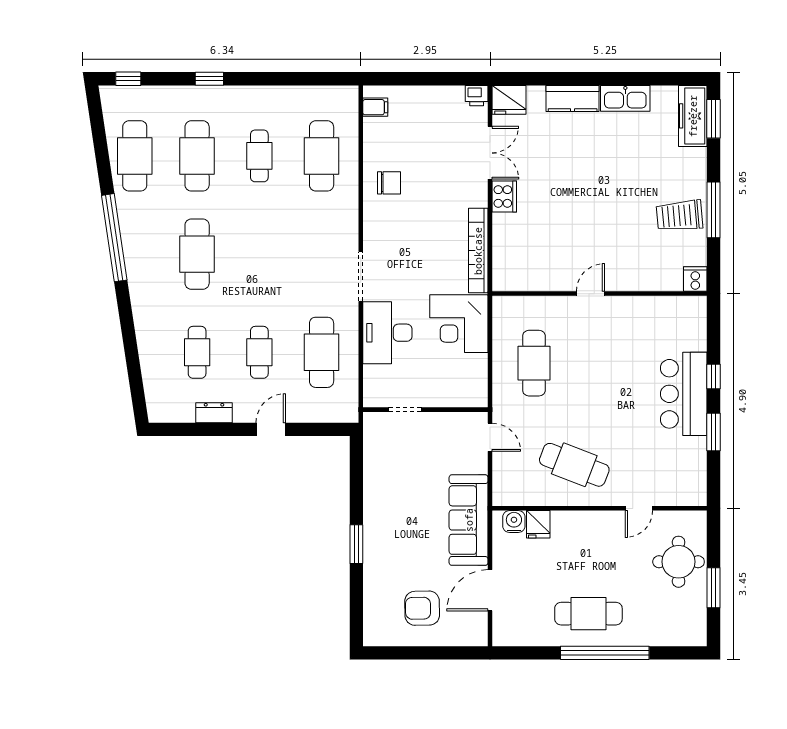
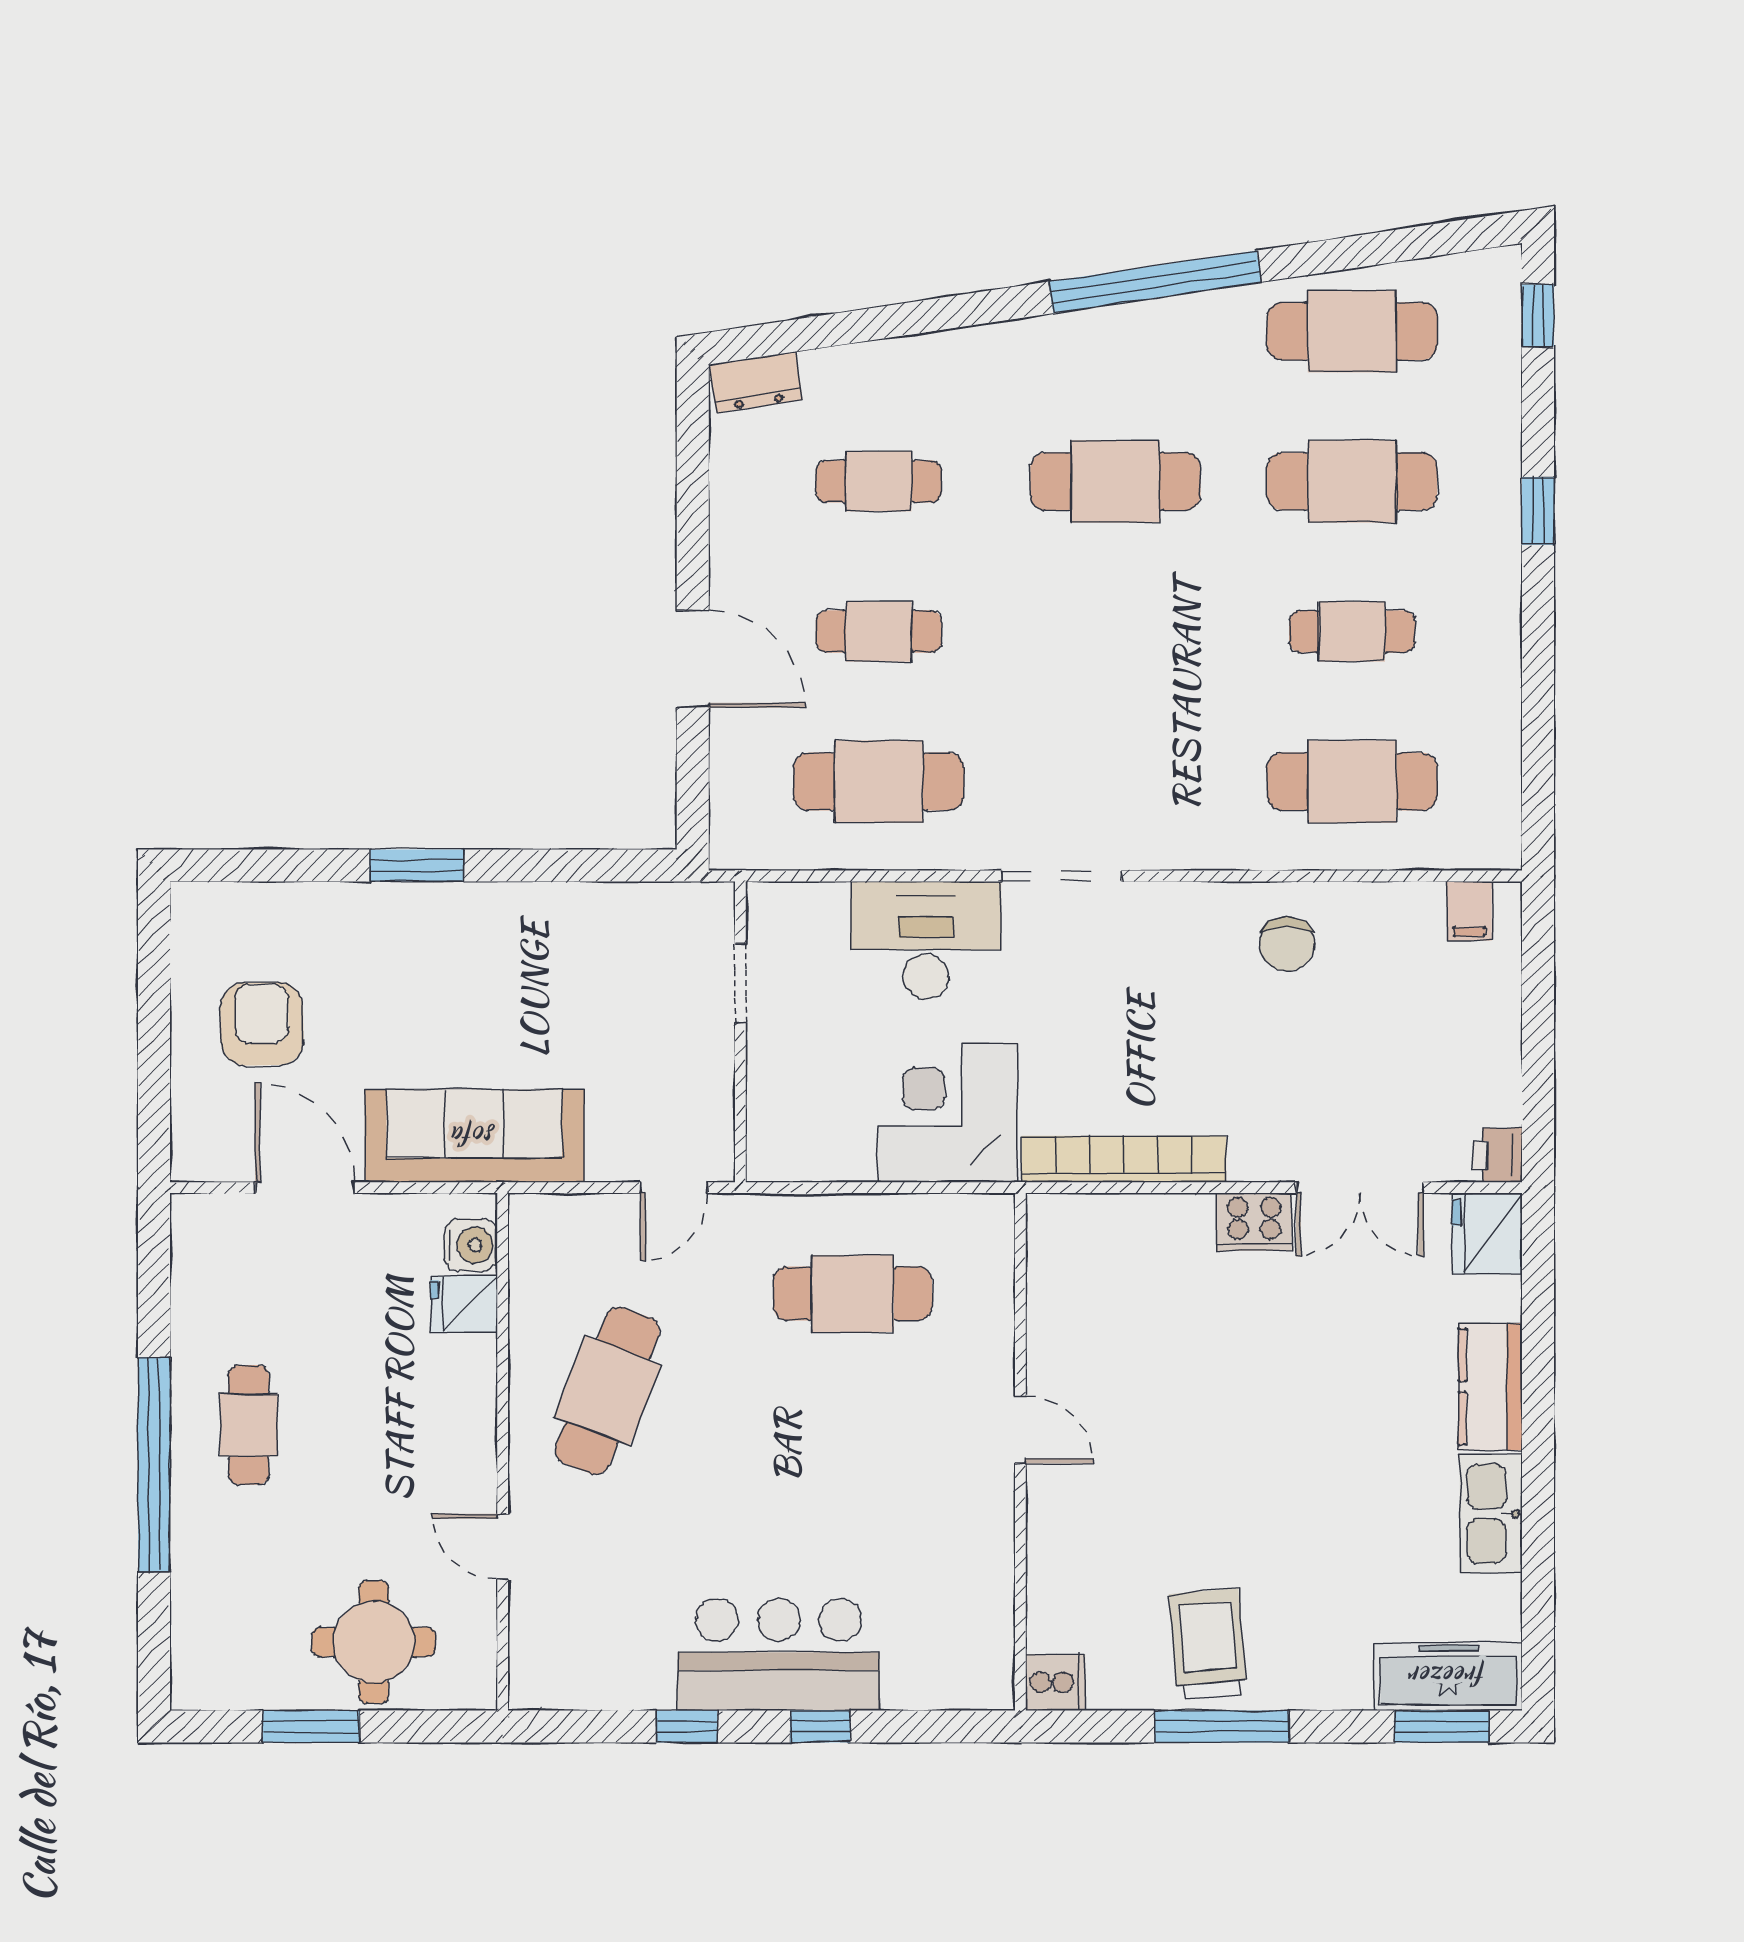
dresser: (214, 413) -> (756, 382), moved, turned 81
door: (271, 429) -> (693, 659), width x1.38
window: (714, 432) -> (687, 1726), width x0.67
cafe table: (588, 614) -> (249, 1425), width x0.73, depth x0.74

